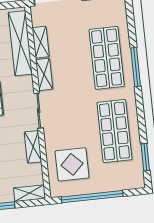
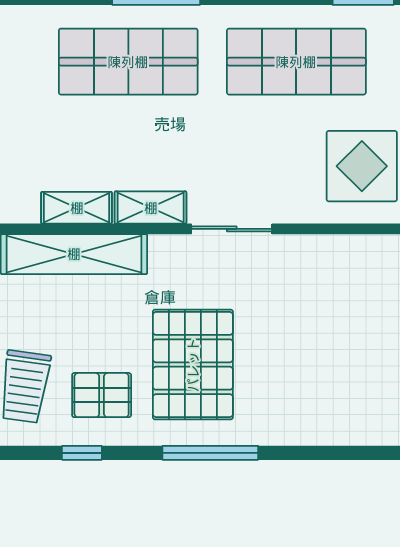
shelving: (33, 147) -> (313, 250), removed

